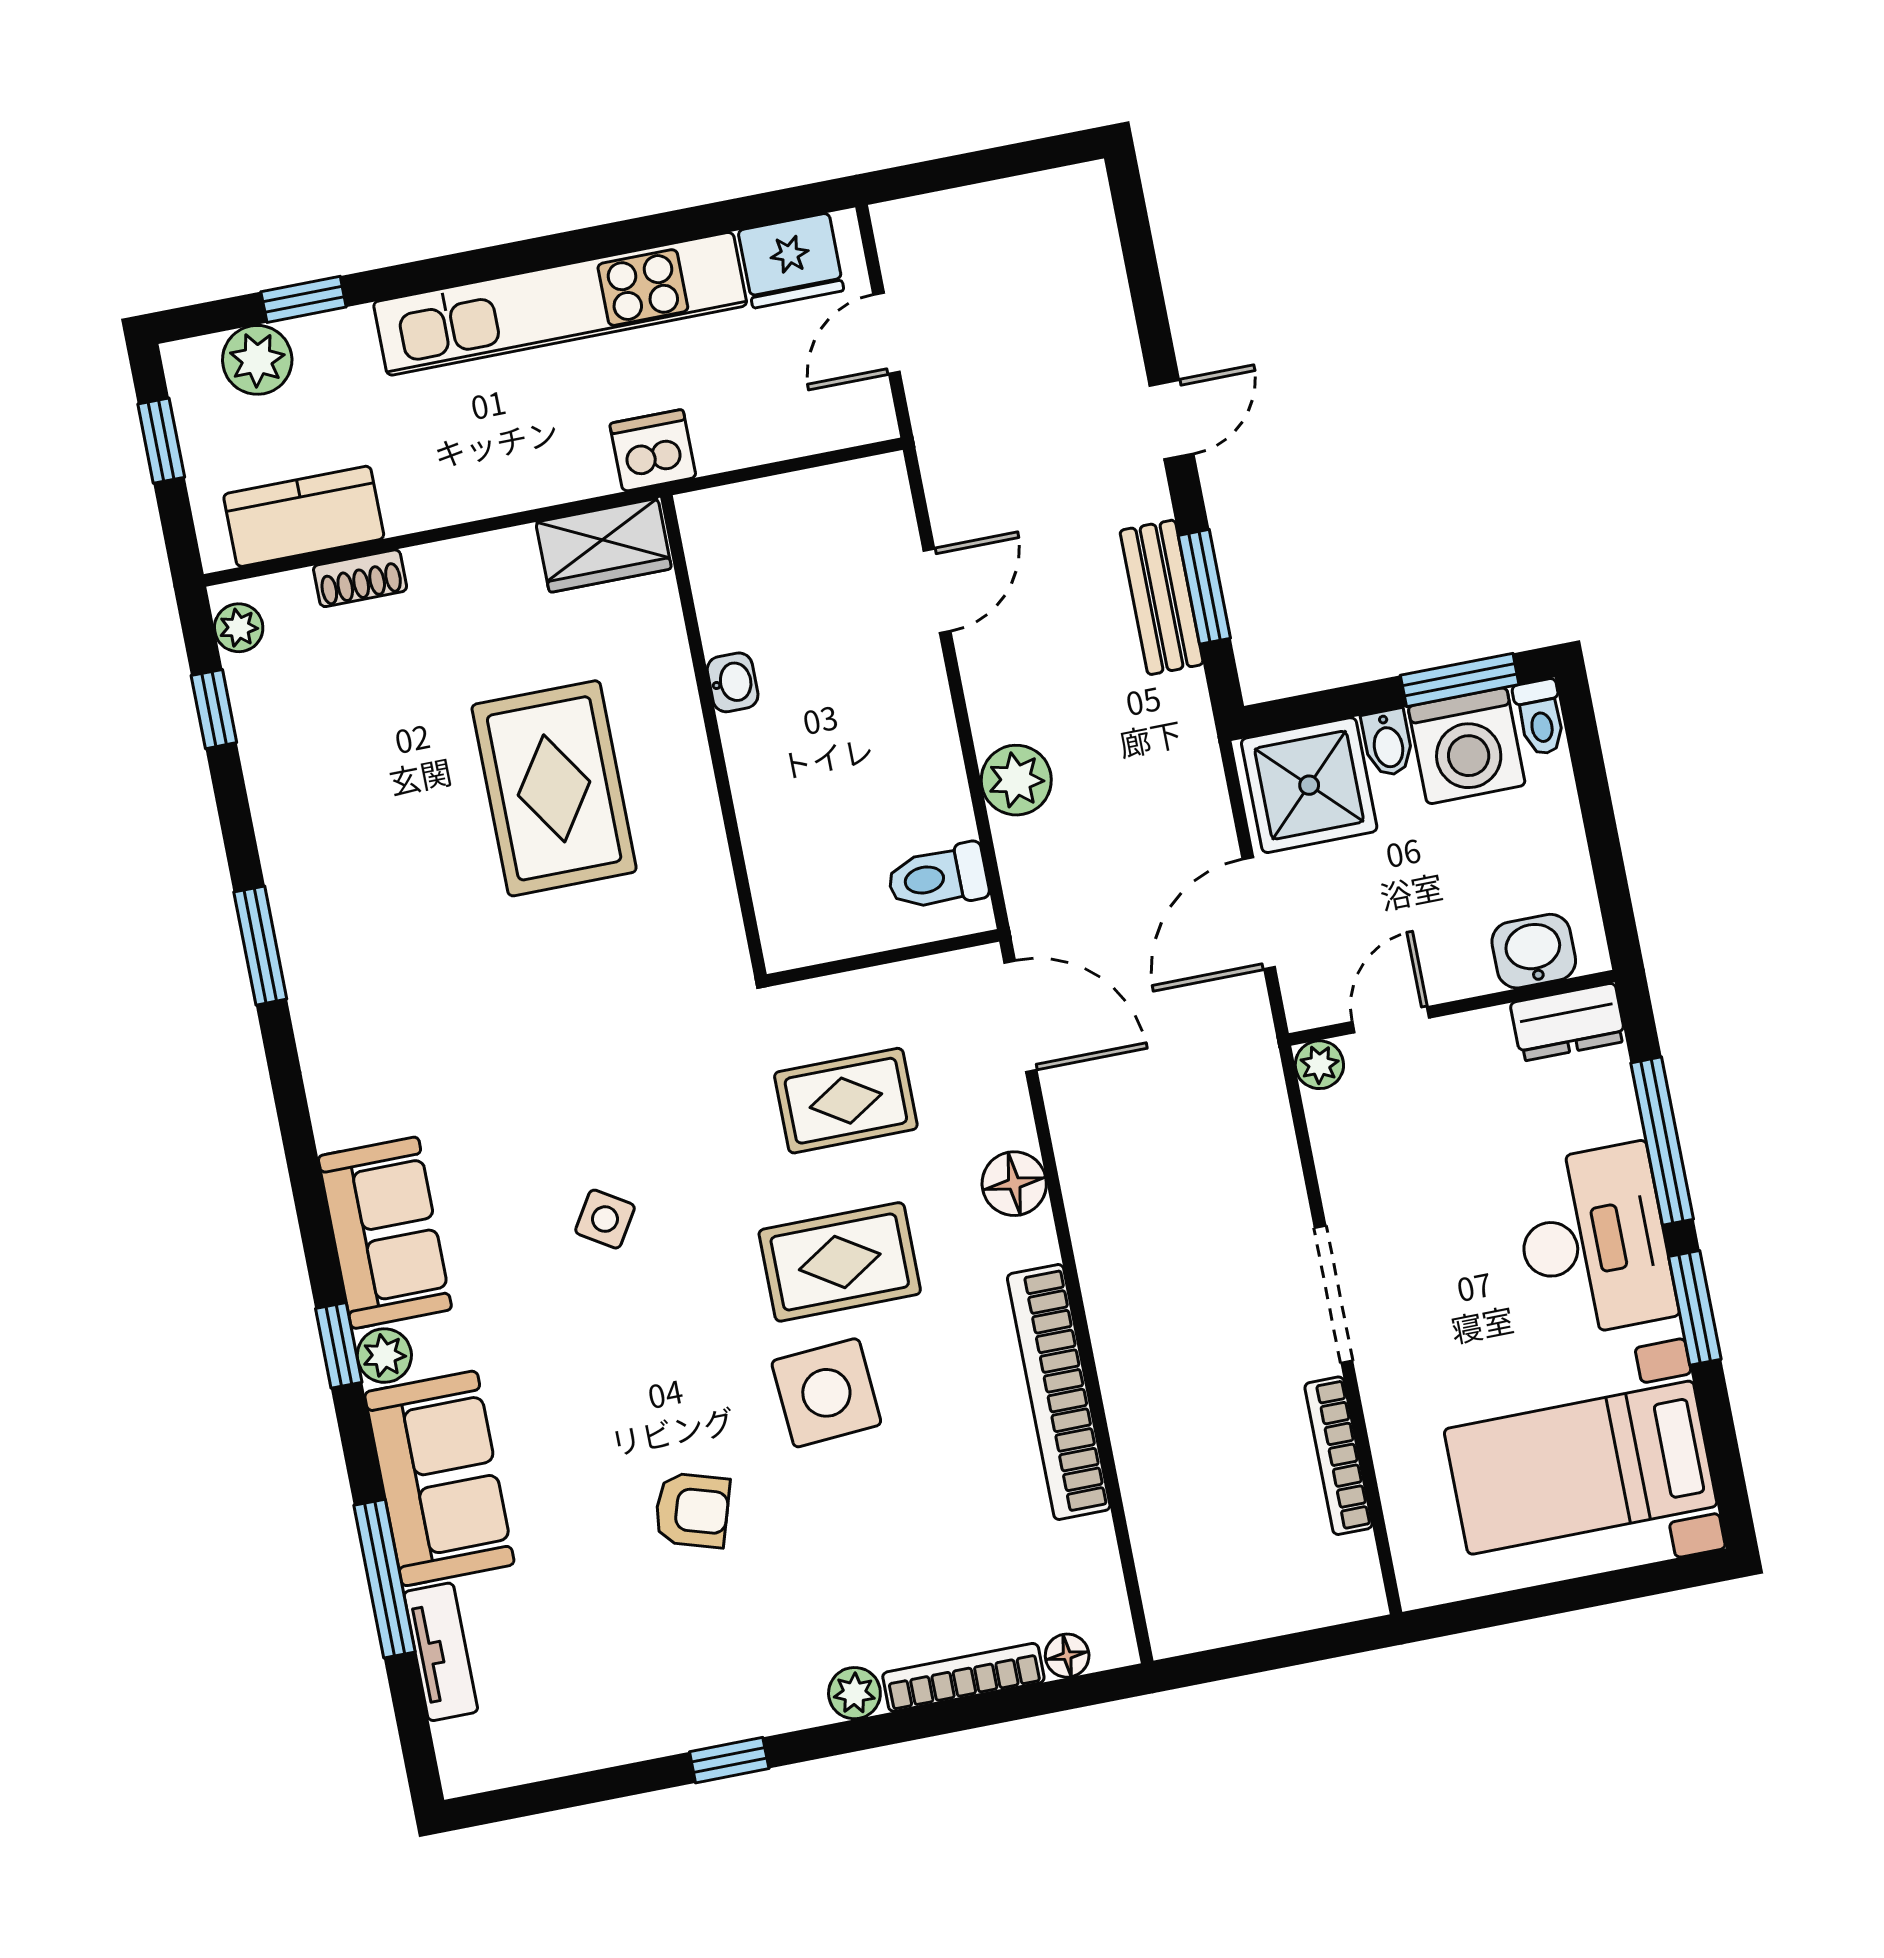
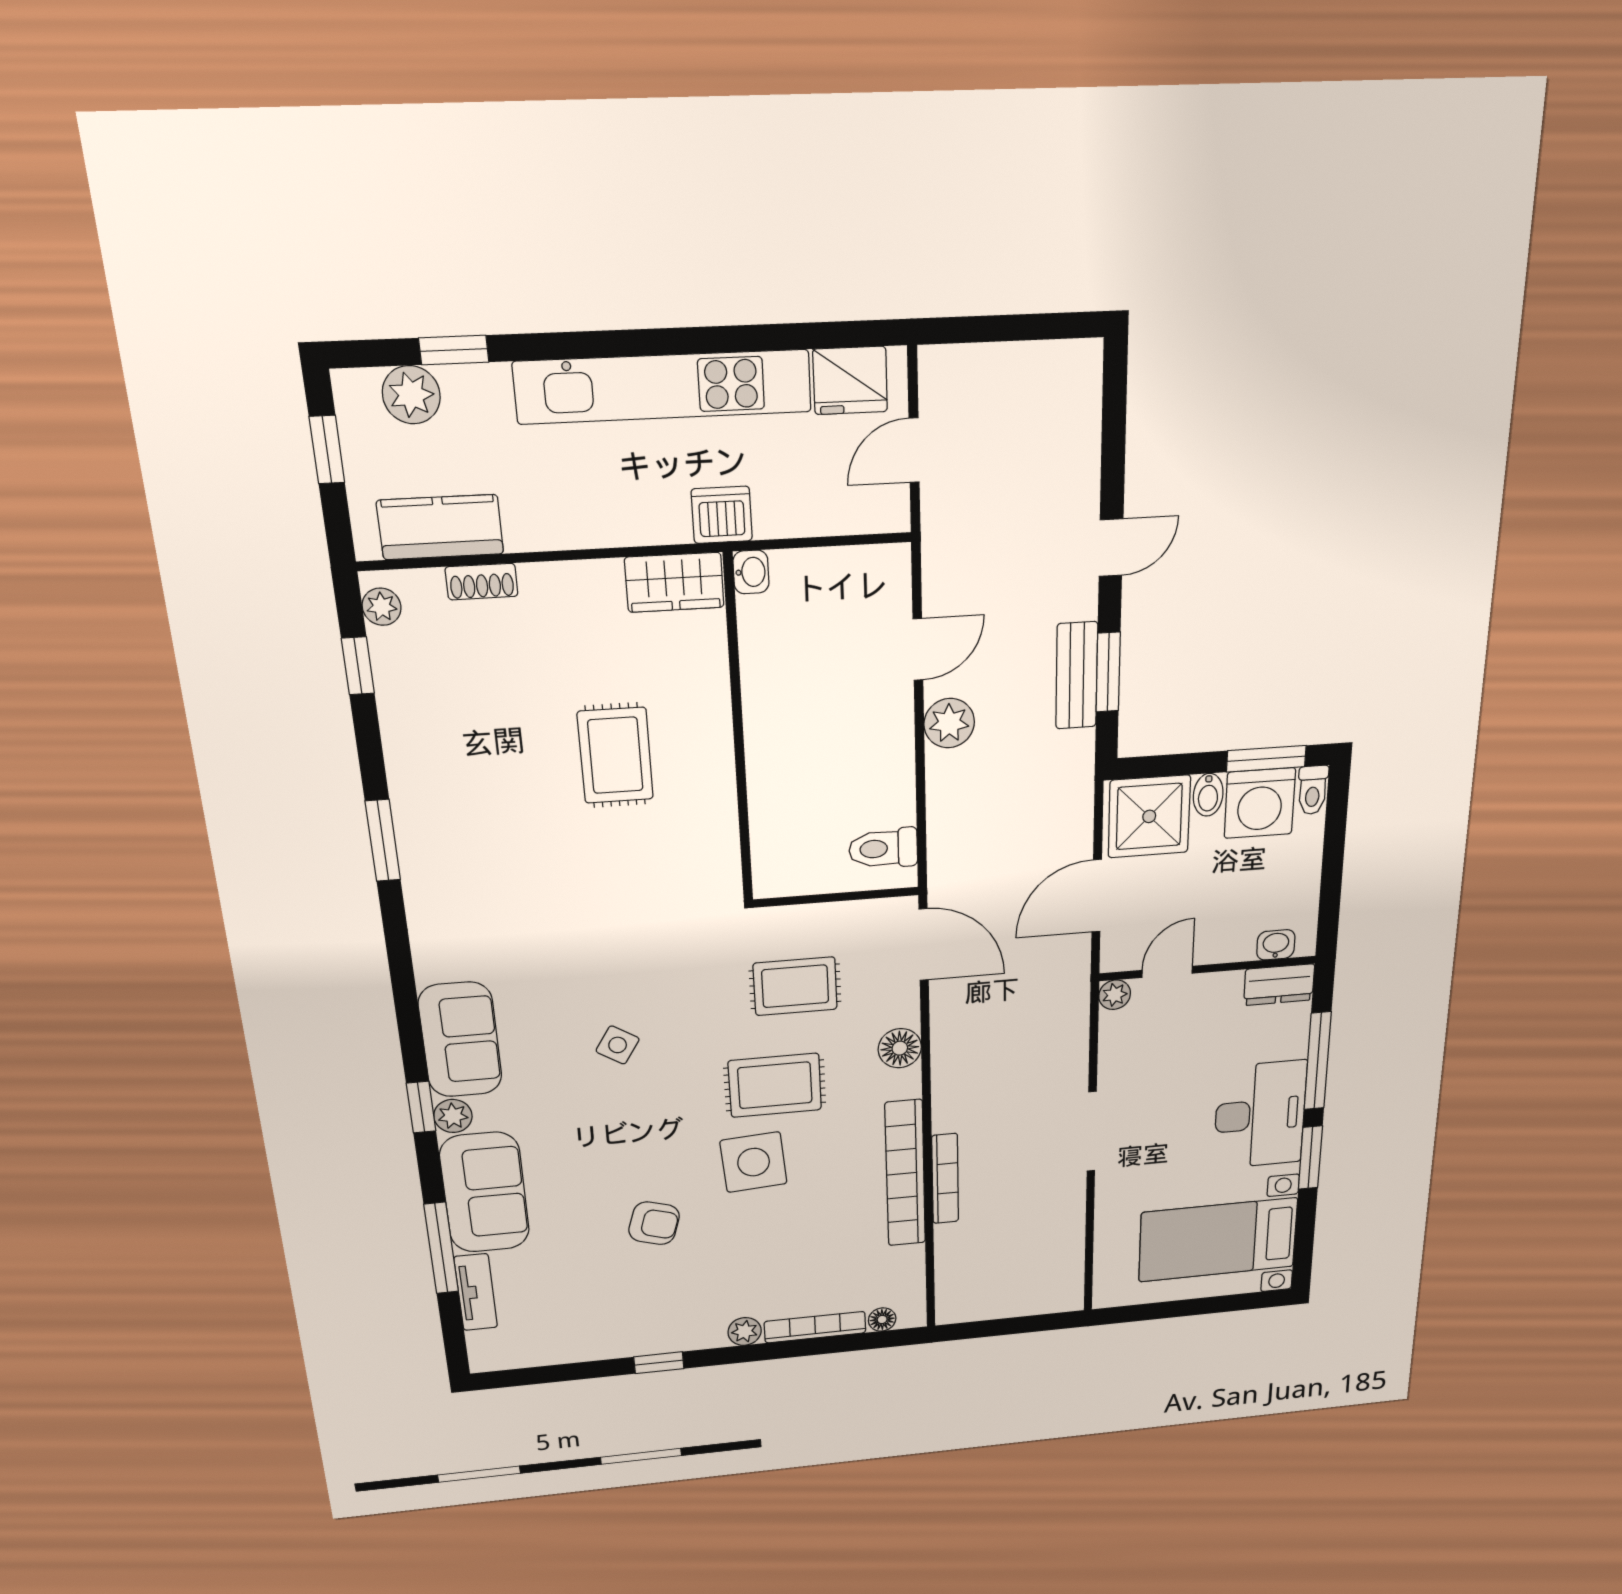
washbasin: (733, 682) -> (751, 572), moved
plant: (1016, 780) -> (949, 723), moved
rug: (554, 788) -> (615, 755), width x0.73, depth x0.70
washbasin: (1534, 951) -> (1276, 945), width x0.72, depth x0.69
bookcase: (1338, 1456) -> (945, 1179), moved, turned 180

